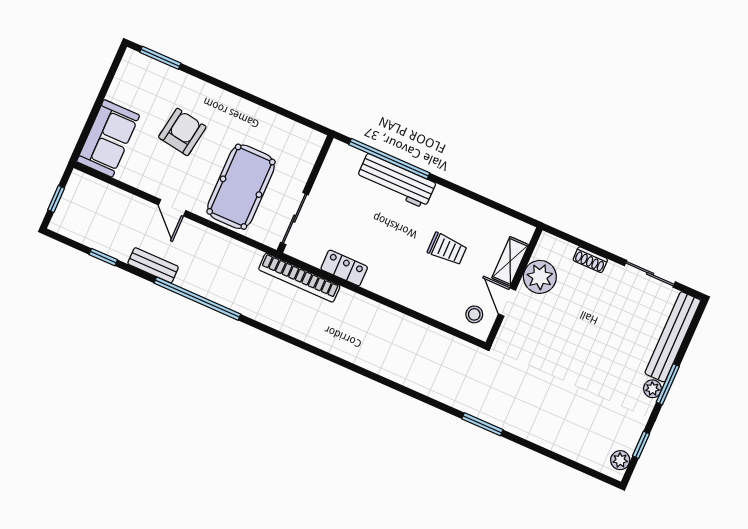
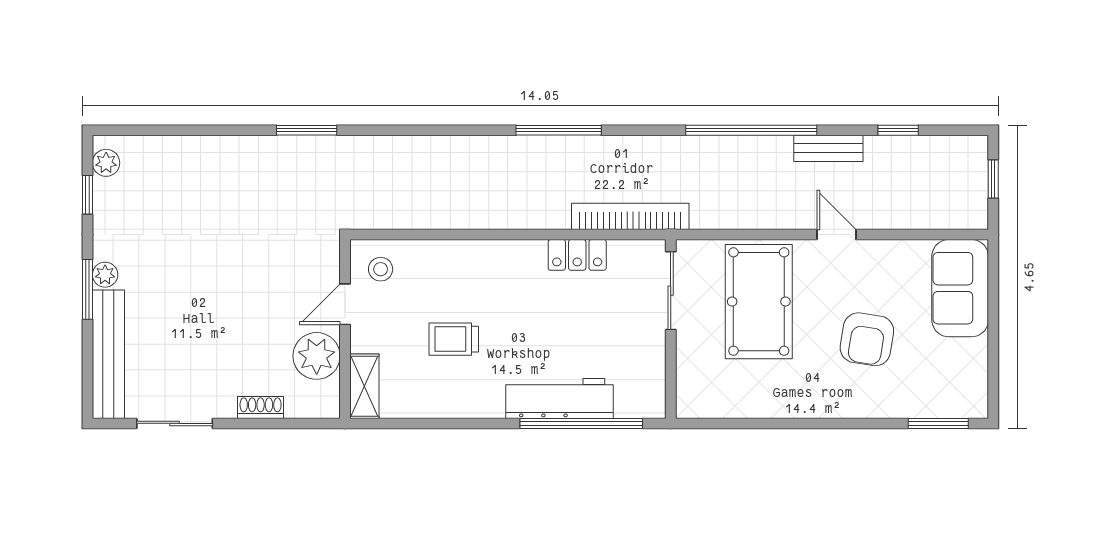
shelving: (510, 261) -> (364, 386), moved
door: (507, 302) -> (345, 304), swing flipped
window: (321, 353) -> (559, 130), added

